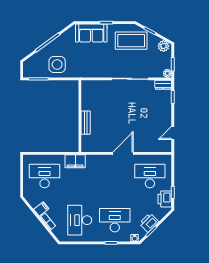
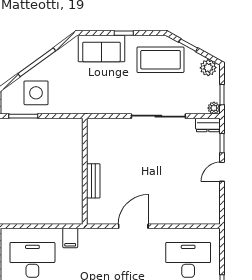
side table: (57, 64) -> (36, 93), moved
door: (173, 133) -> (222, 172), moved
door: (123, 153) -> (133, 226), moved
filing cabinet: (75, 161) -> (70, 238), width x0.50

